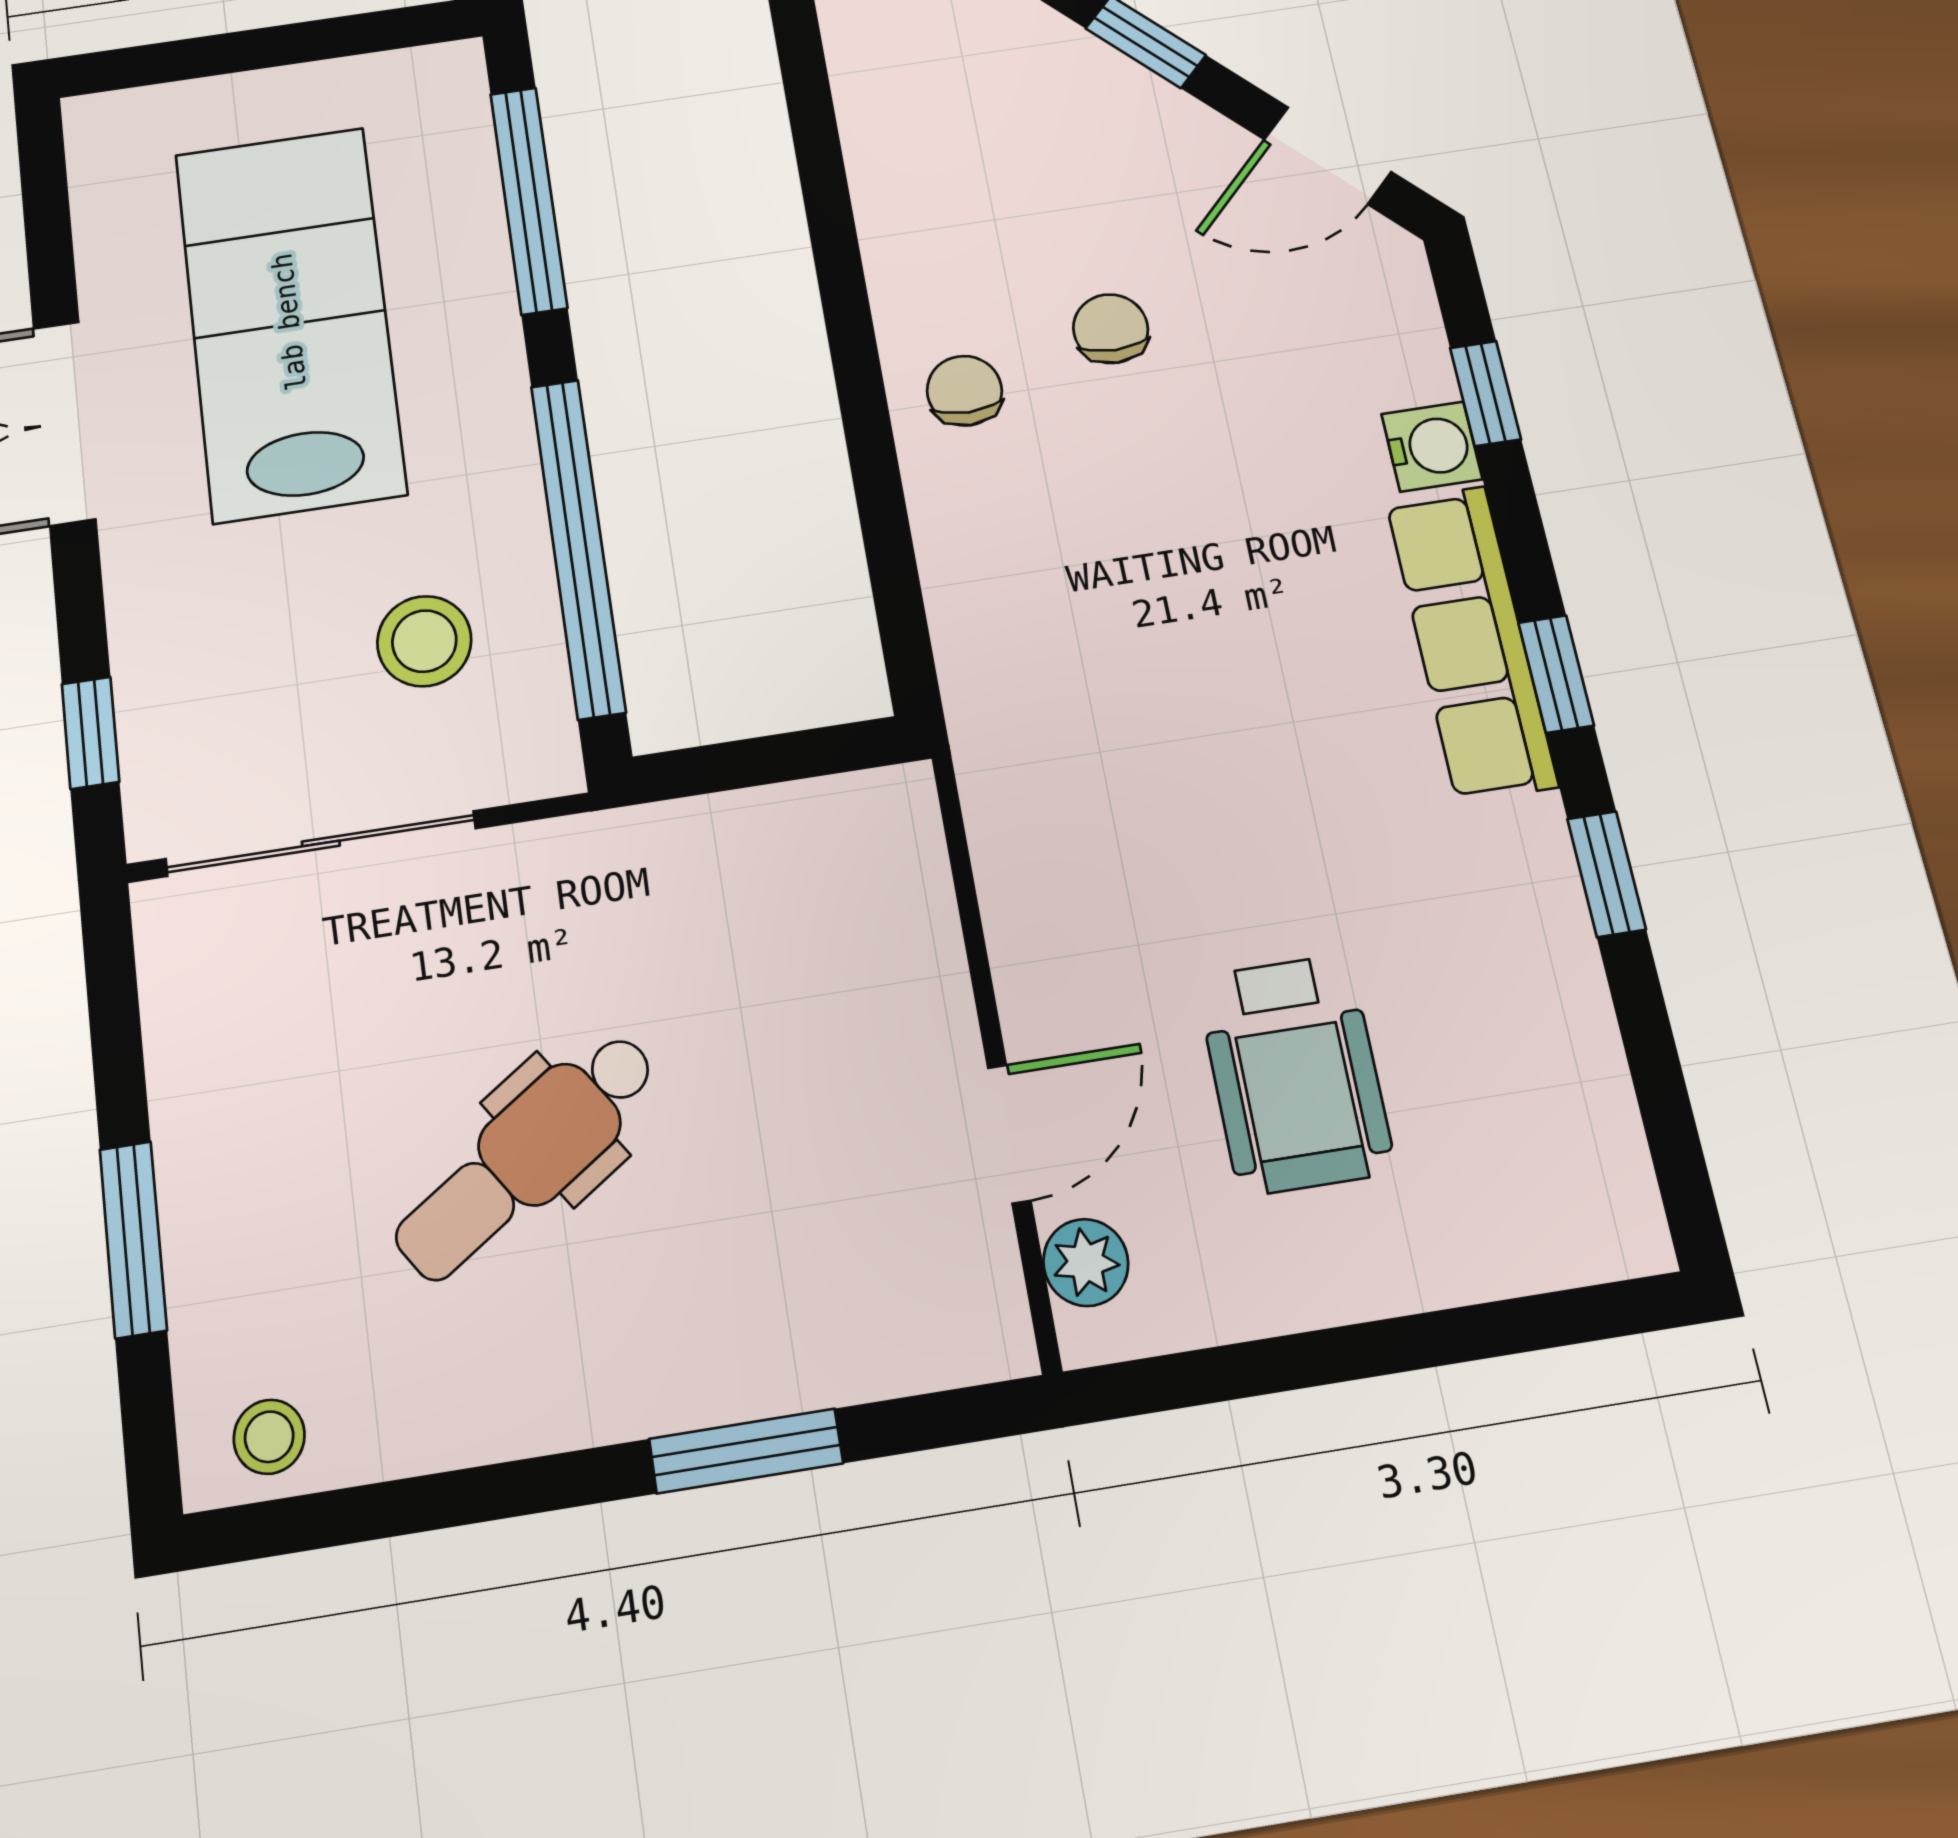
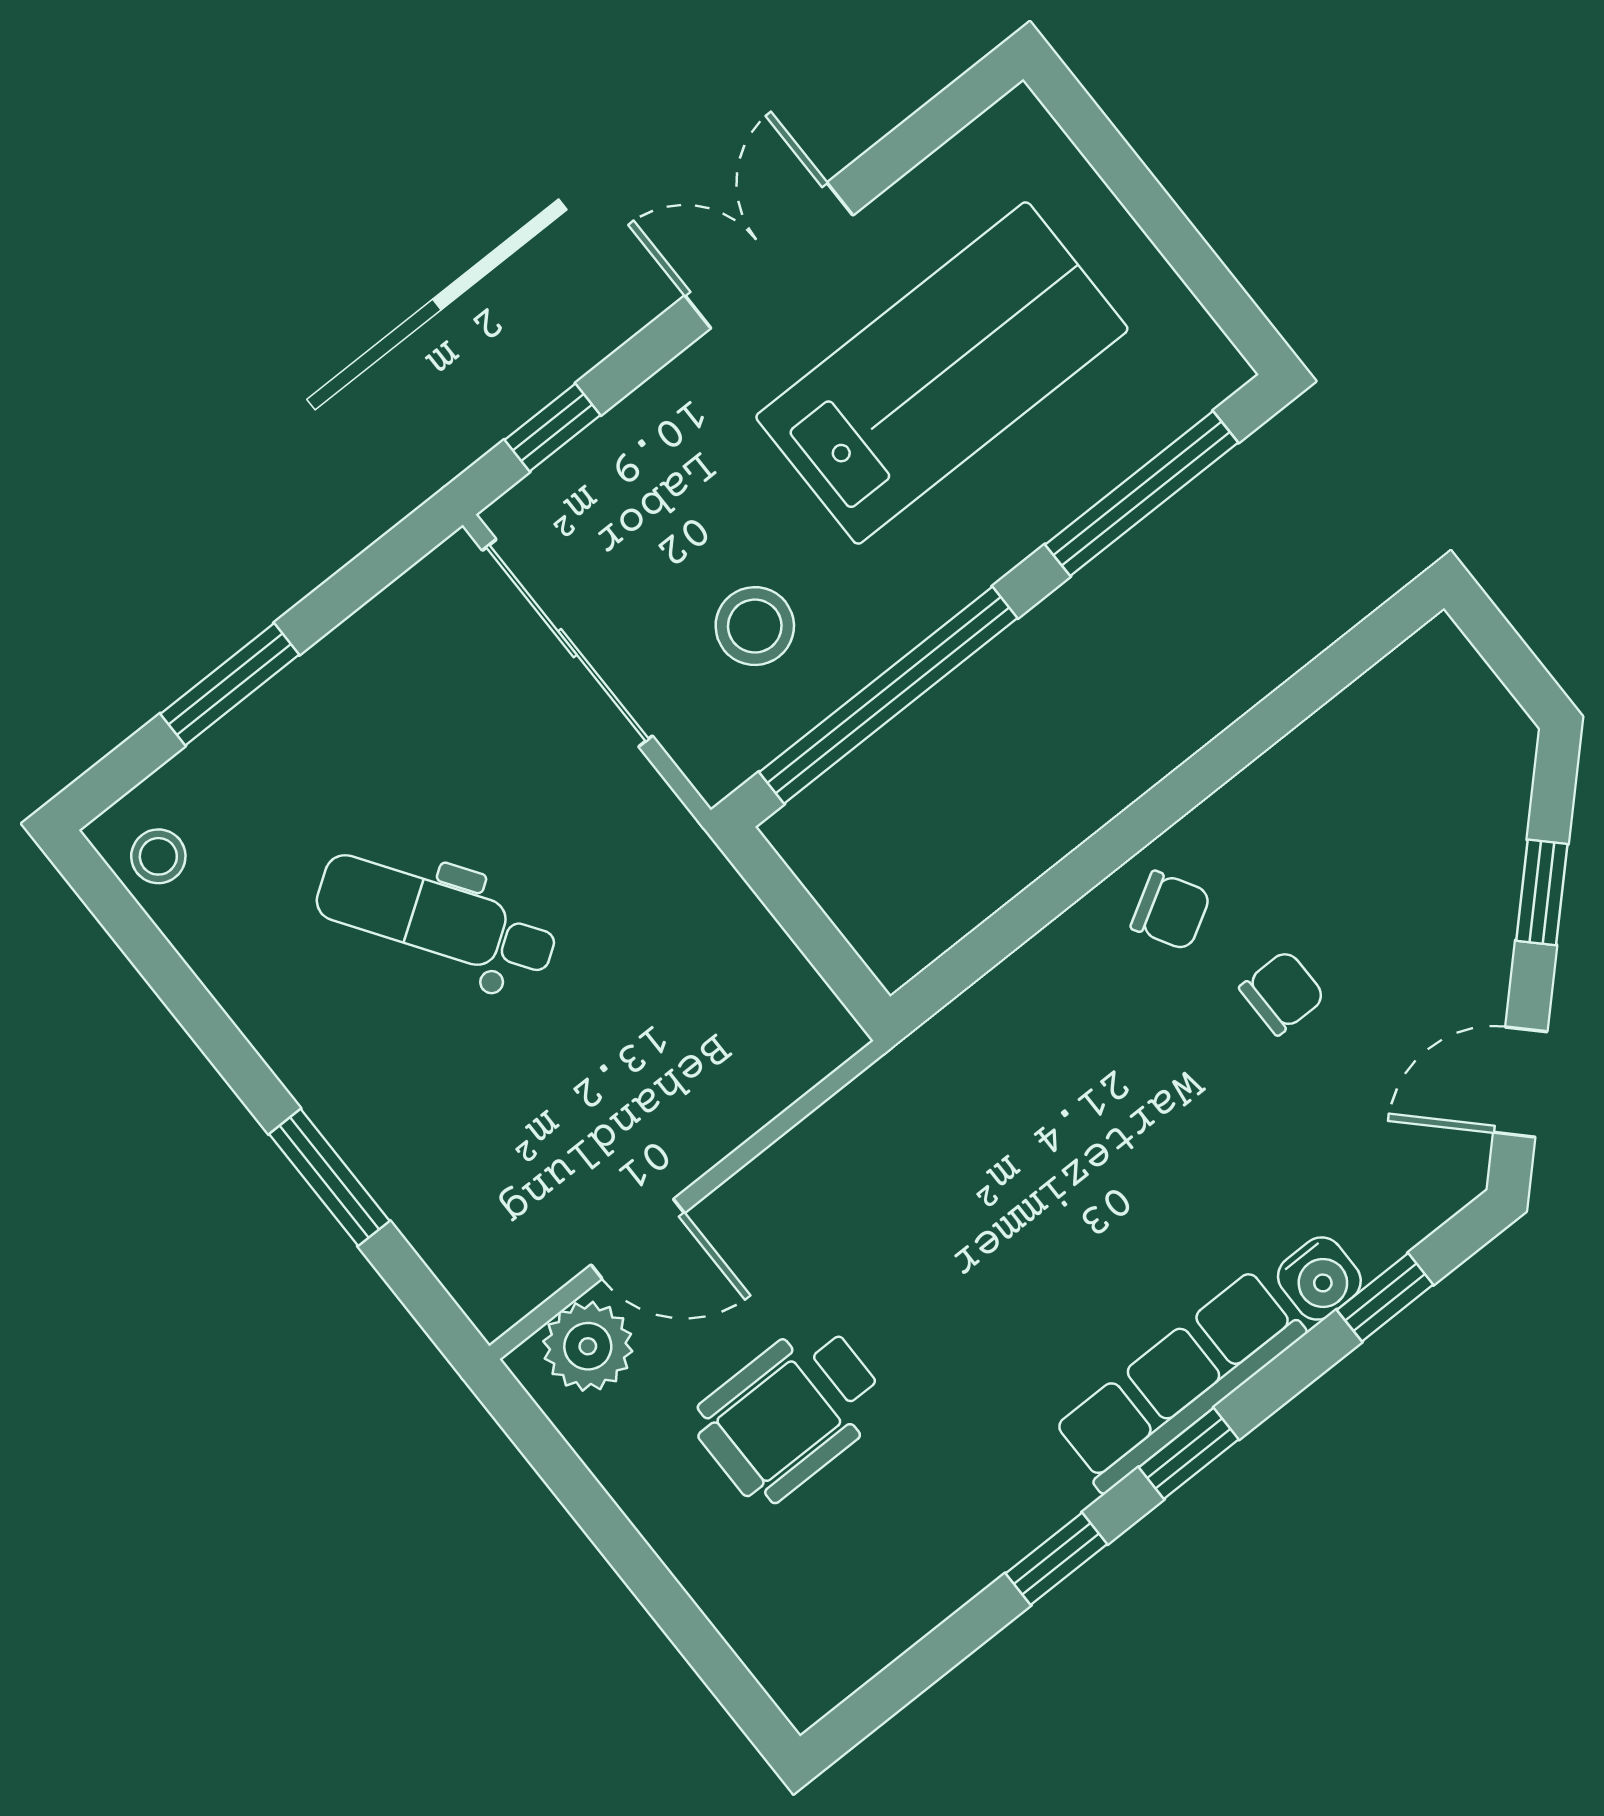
door: (1328, 156) -> (1520, 1082), hinge flipped
chair: (964, 391) -> (1171, 911), turned 60
plant: (1086, 1262) -> (588, 1346), width x1.38, depth x1.38

